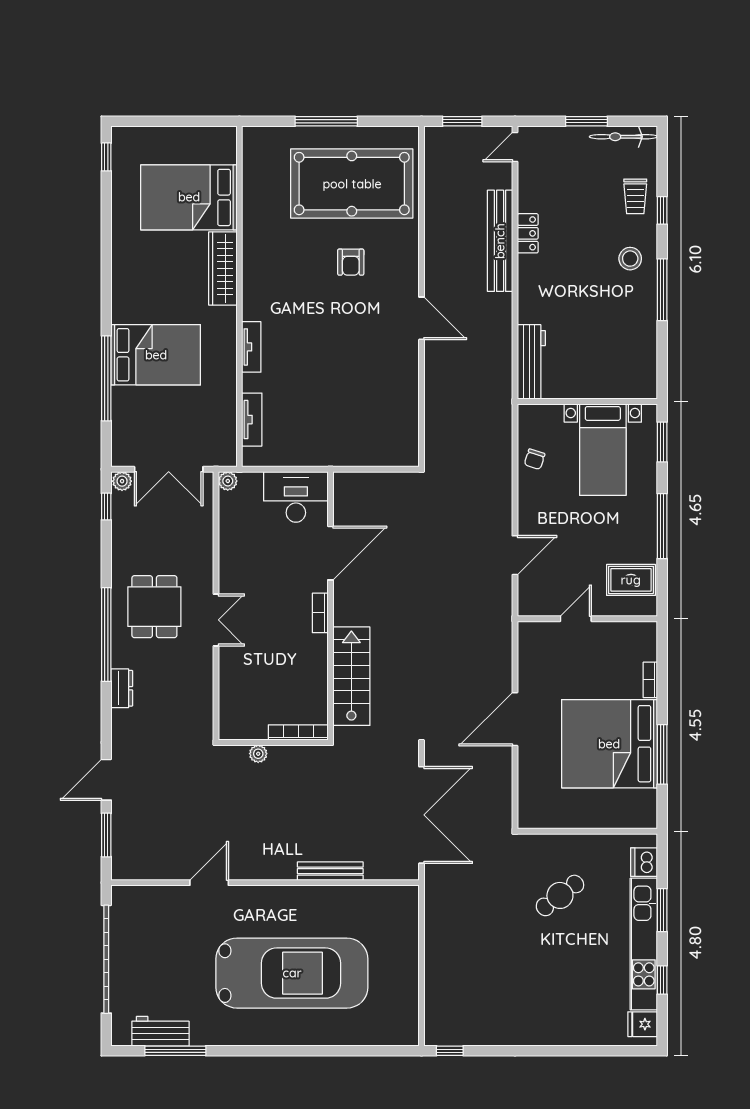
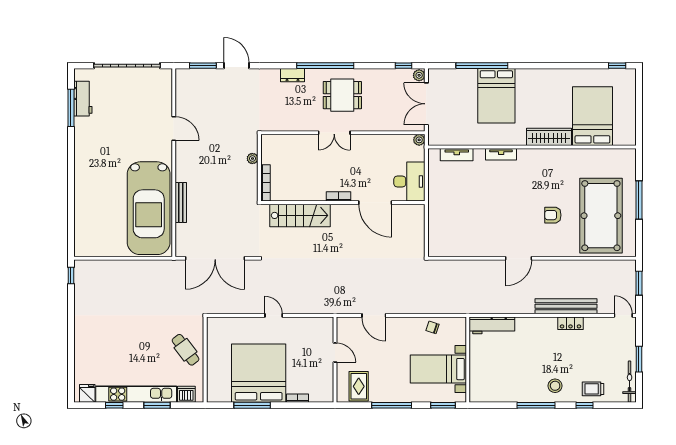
door: (515, 719) -> (274, 315), width x0.53
cafe table: (560, 895) -> (186, 350), moved
car: (292, 973) -> (149, 208), moved

